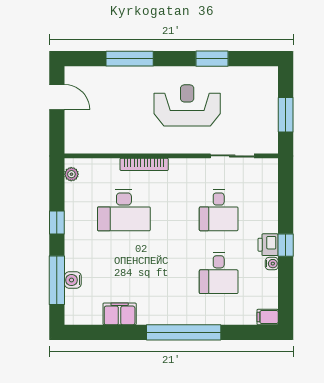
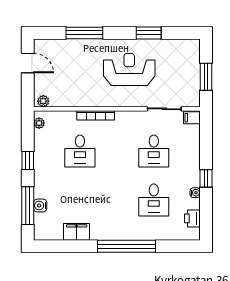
plant: (77, 146) -> (43, 101), added
desk: (124, 210) -> (80, 151), width x0.73
printer: (268, 245) -> (192, 218), moved
filing cabinet: (268, 317) -> (192, 118), moved

